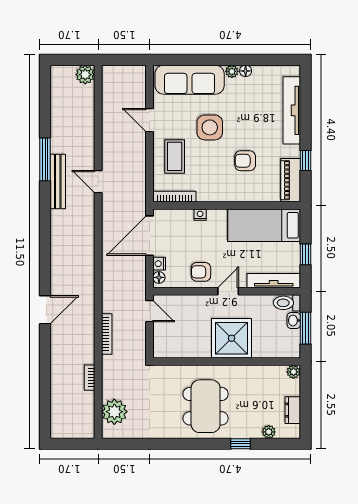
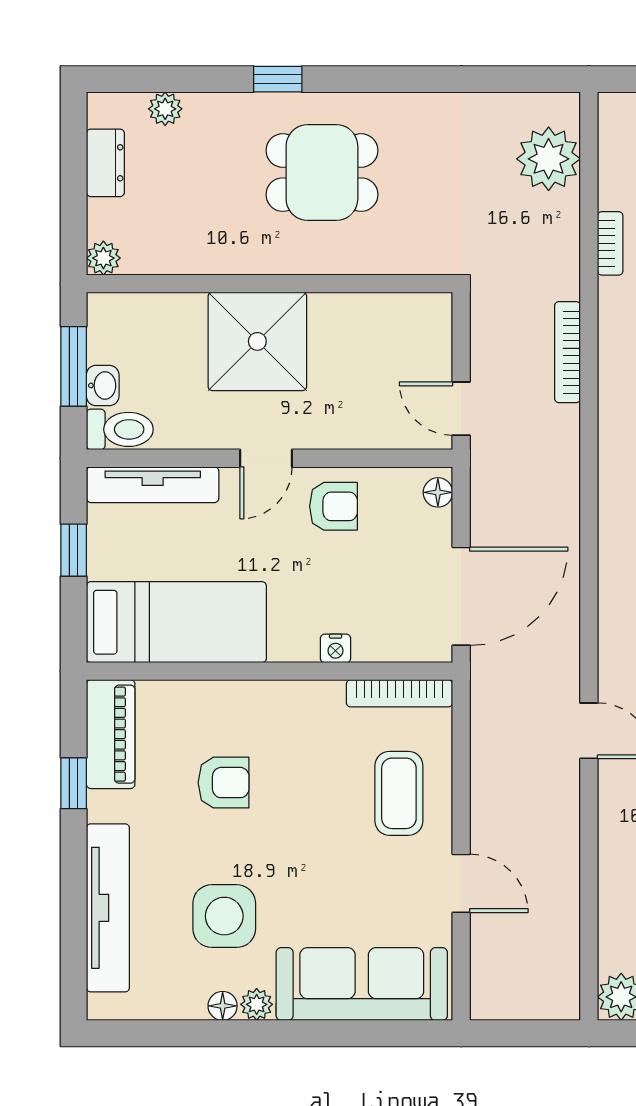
side table: (210, 127) -> (224, 916), moved
nightstand: (159, 264) -> (437, 527), removed
dining table: (206, 406) -> (322, 173), width x0.73
window: (241, 444) -> (278, 79), moved

